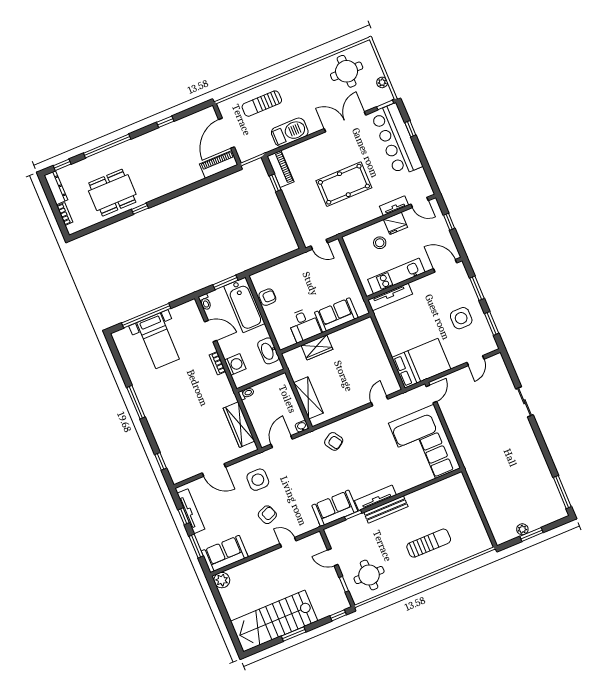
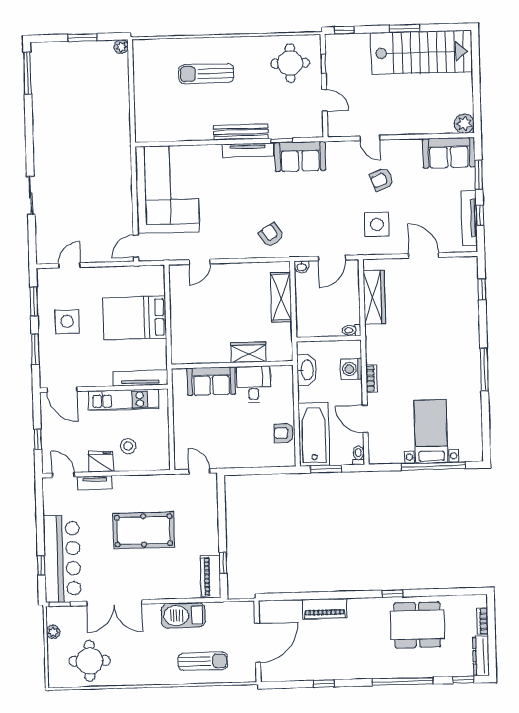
piano: (219, 164) -> (324, 609), moved
bed: (421, 363) -> (135, 318), moved
plant: (522, 529) -> (121, 47), moved

